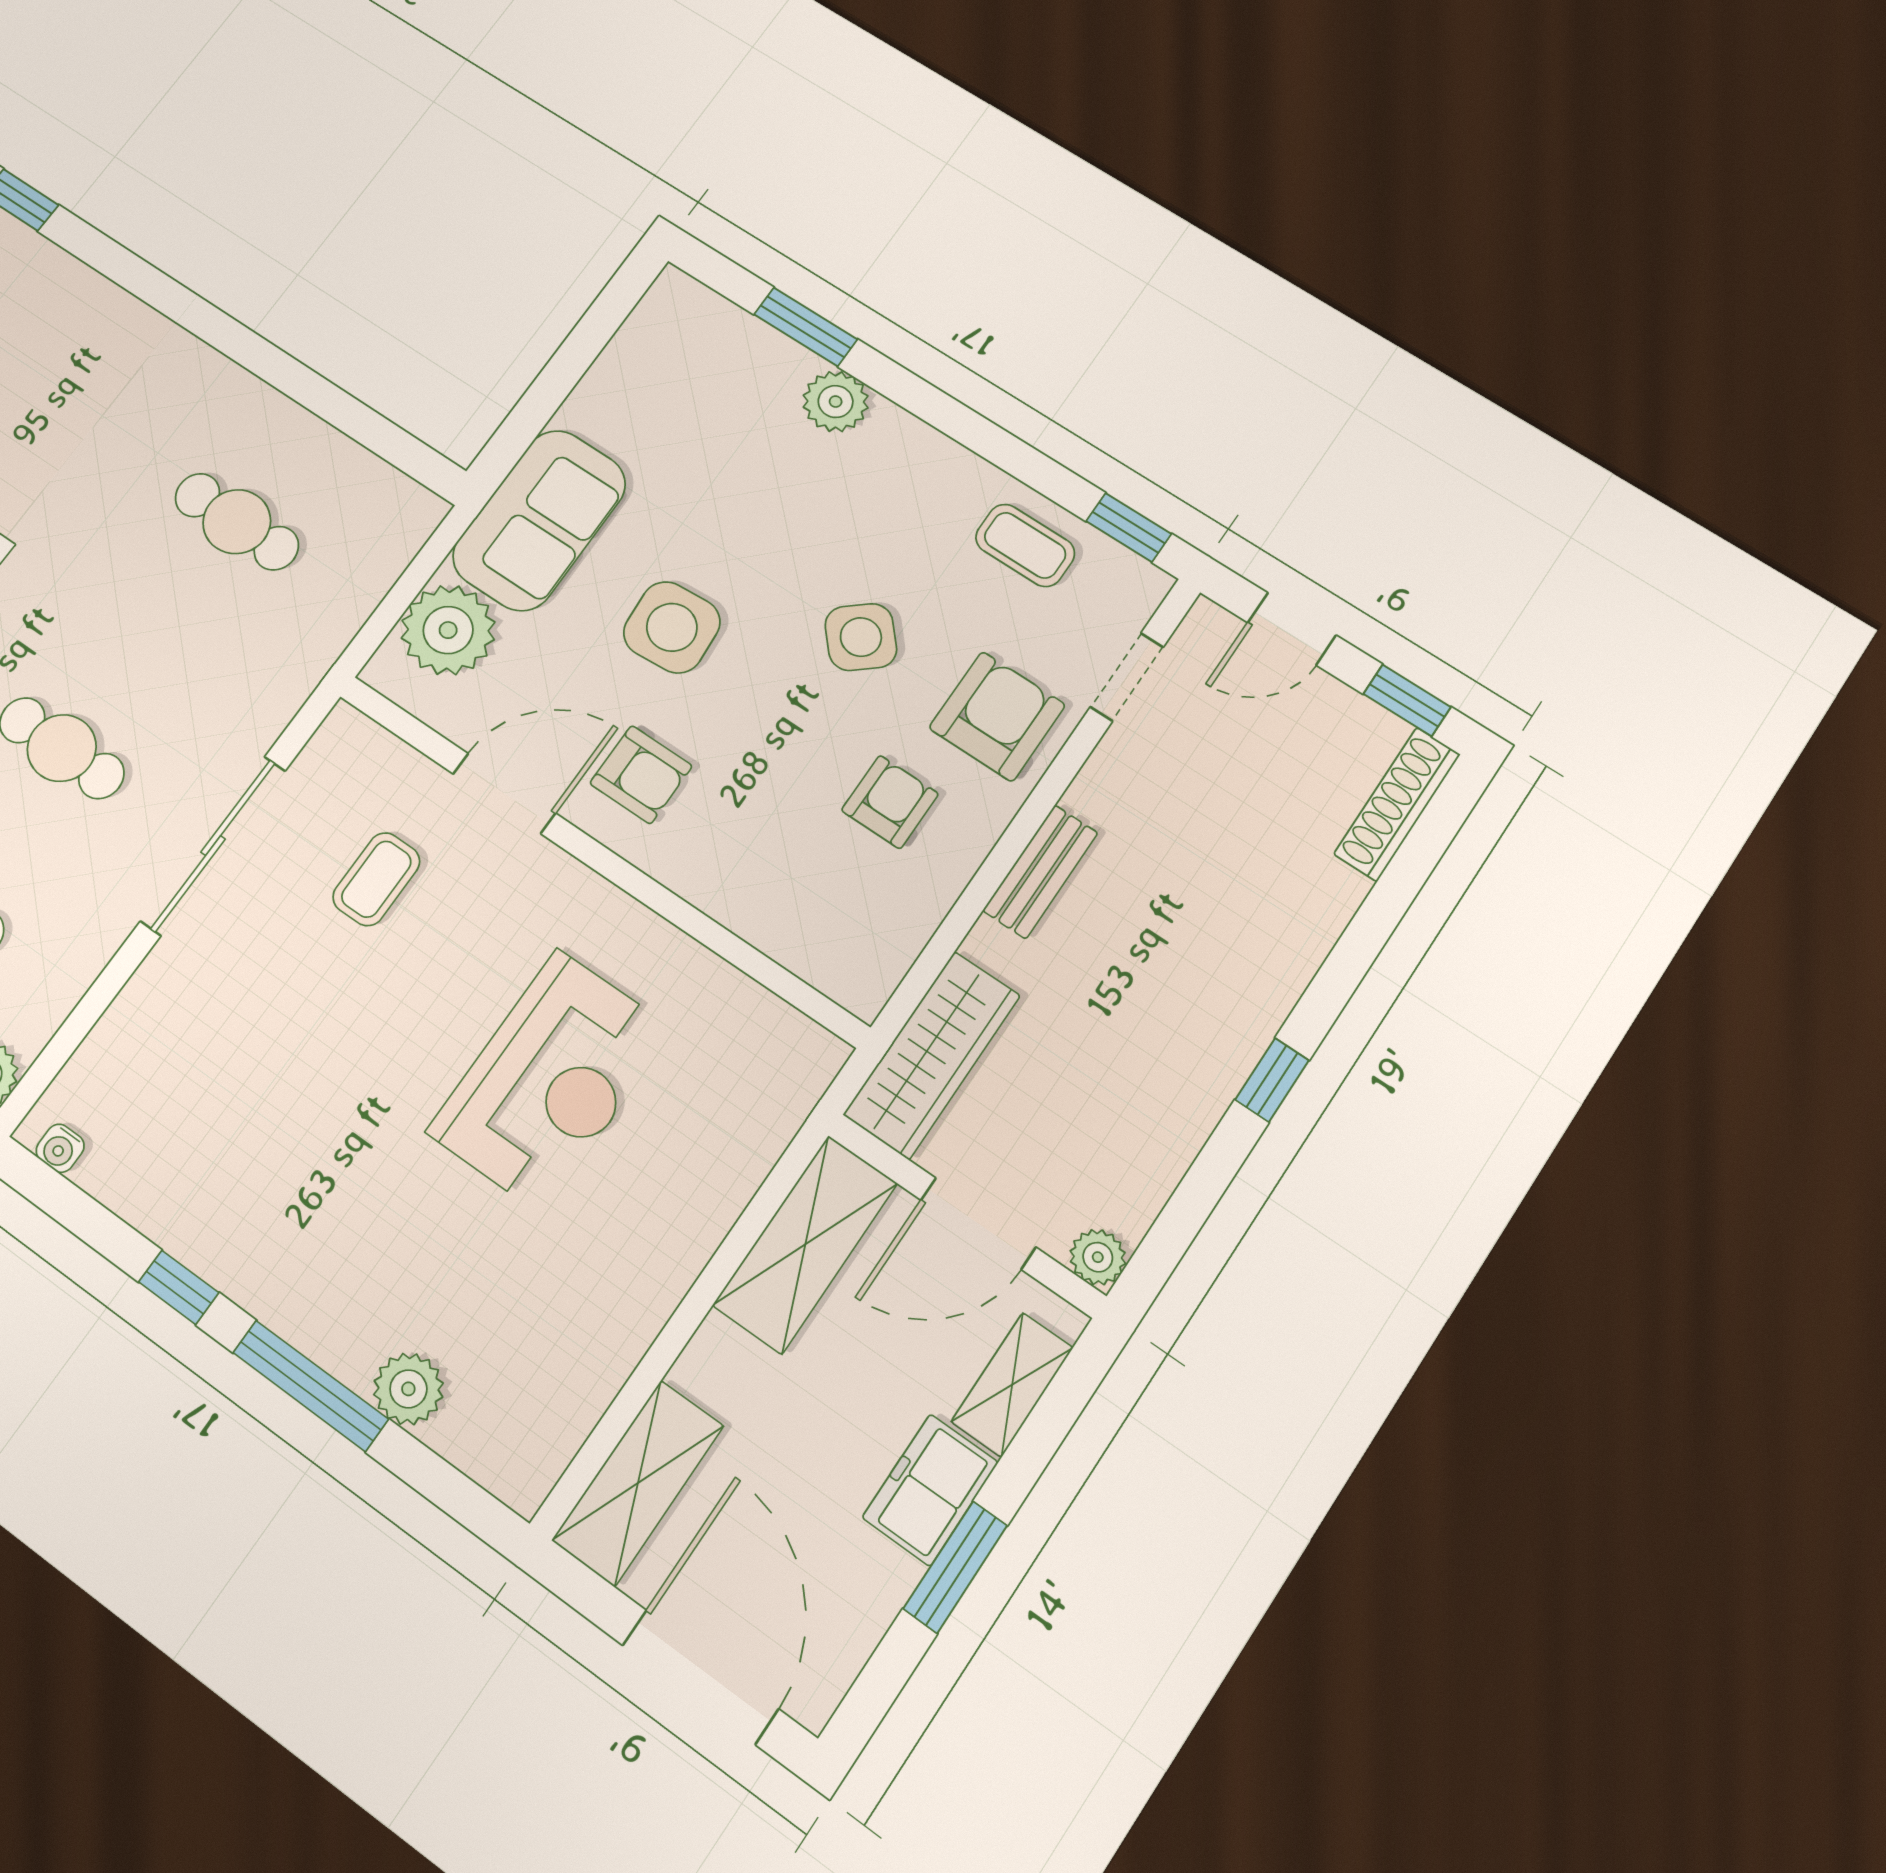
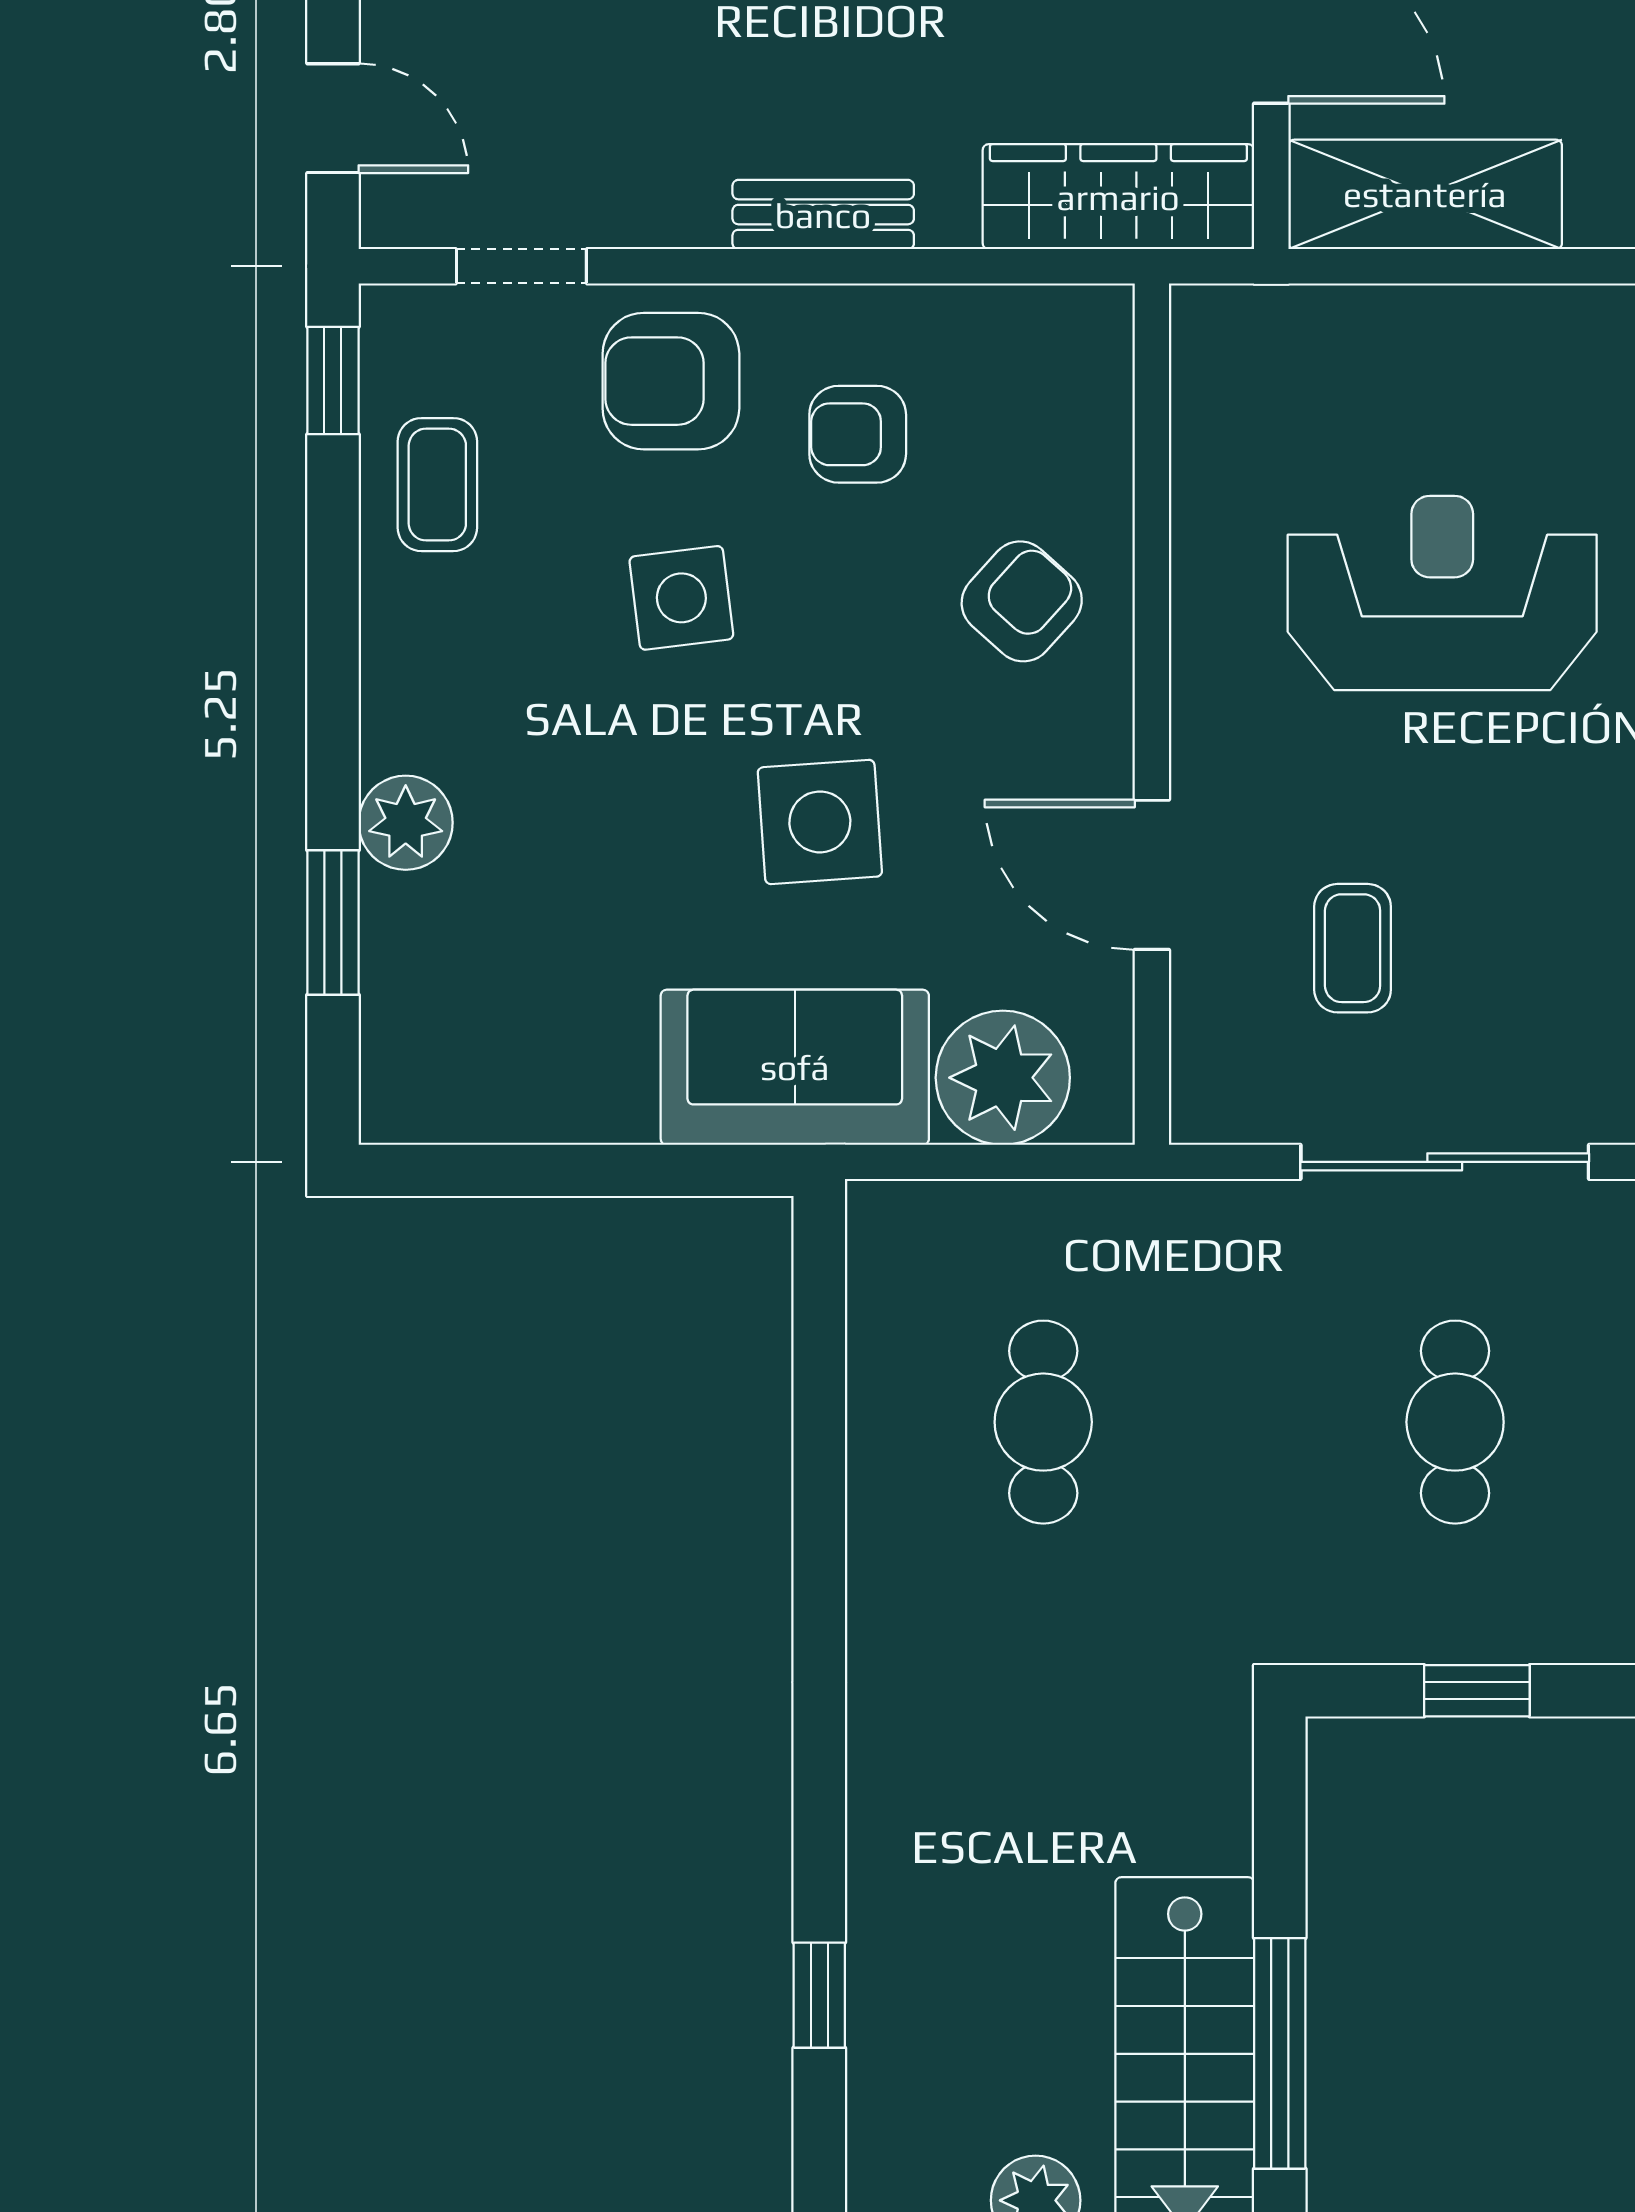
side table: (861, 637) -> (681, 598), turned 34
armchair: (641, 775) -> (1022, 601), moved, turned 42
coffee table: (376, 879) -> (1353, 948), turned 90

